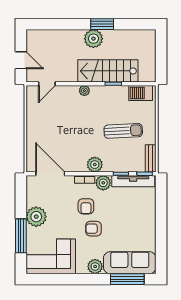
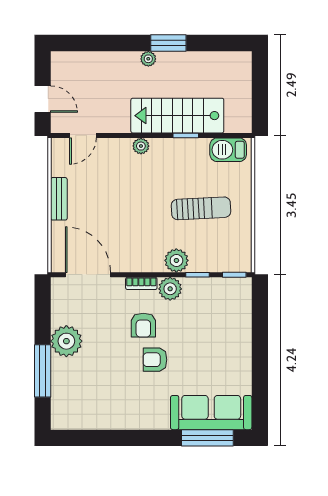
plant: (93, 39) -> (148, 59), width x0.53, depth x0.53
bench: (151, 158) -> (59, 199), moved
plant: (95, 165) -> (176, 260), moved
tv unit: (133, 181) -> (216, 286), removed
corner sofa: (51, 256) -> (89, 403), removed
plant: (95, 266) -> (157, 418), removed

